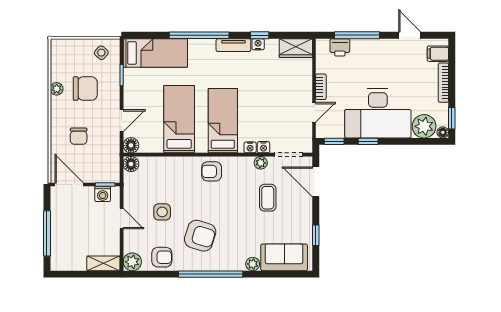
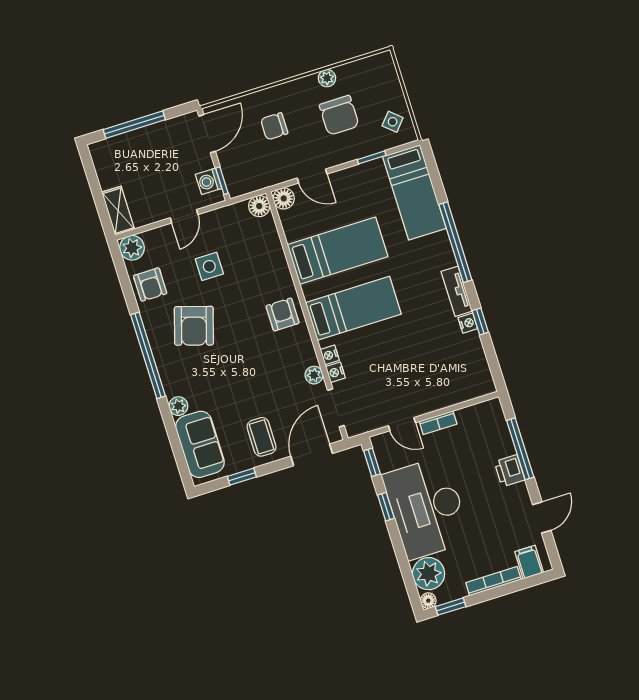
printer: (340, 47) -> (510, 471), moved
wardrobe: (296, 48) -> (478, 374), removed
coffee table: (268, 198) -> (262, 437), moved, turned 90

